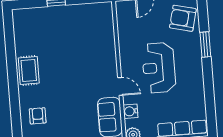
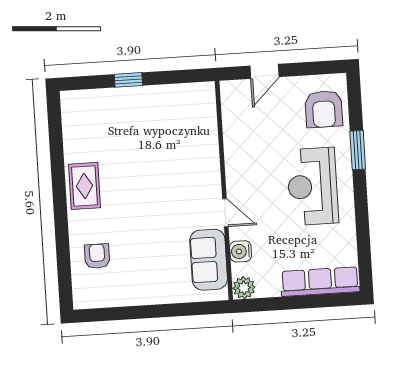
armchair: (183, 18) -> (324, 109), turned -104
reception desk: (159, 68) -> (312, 186), moved

